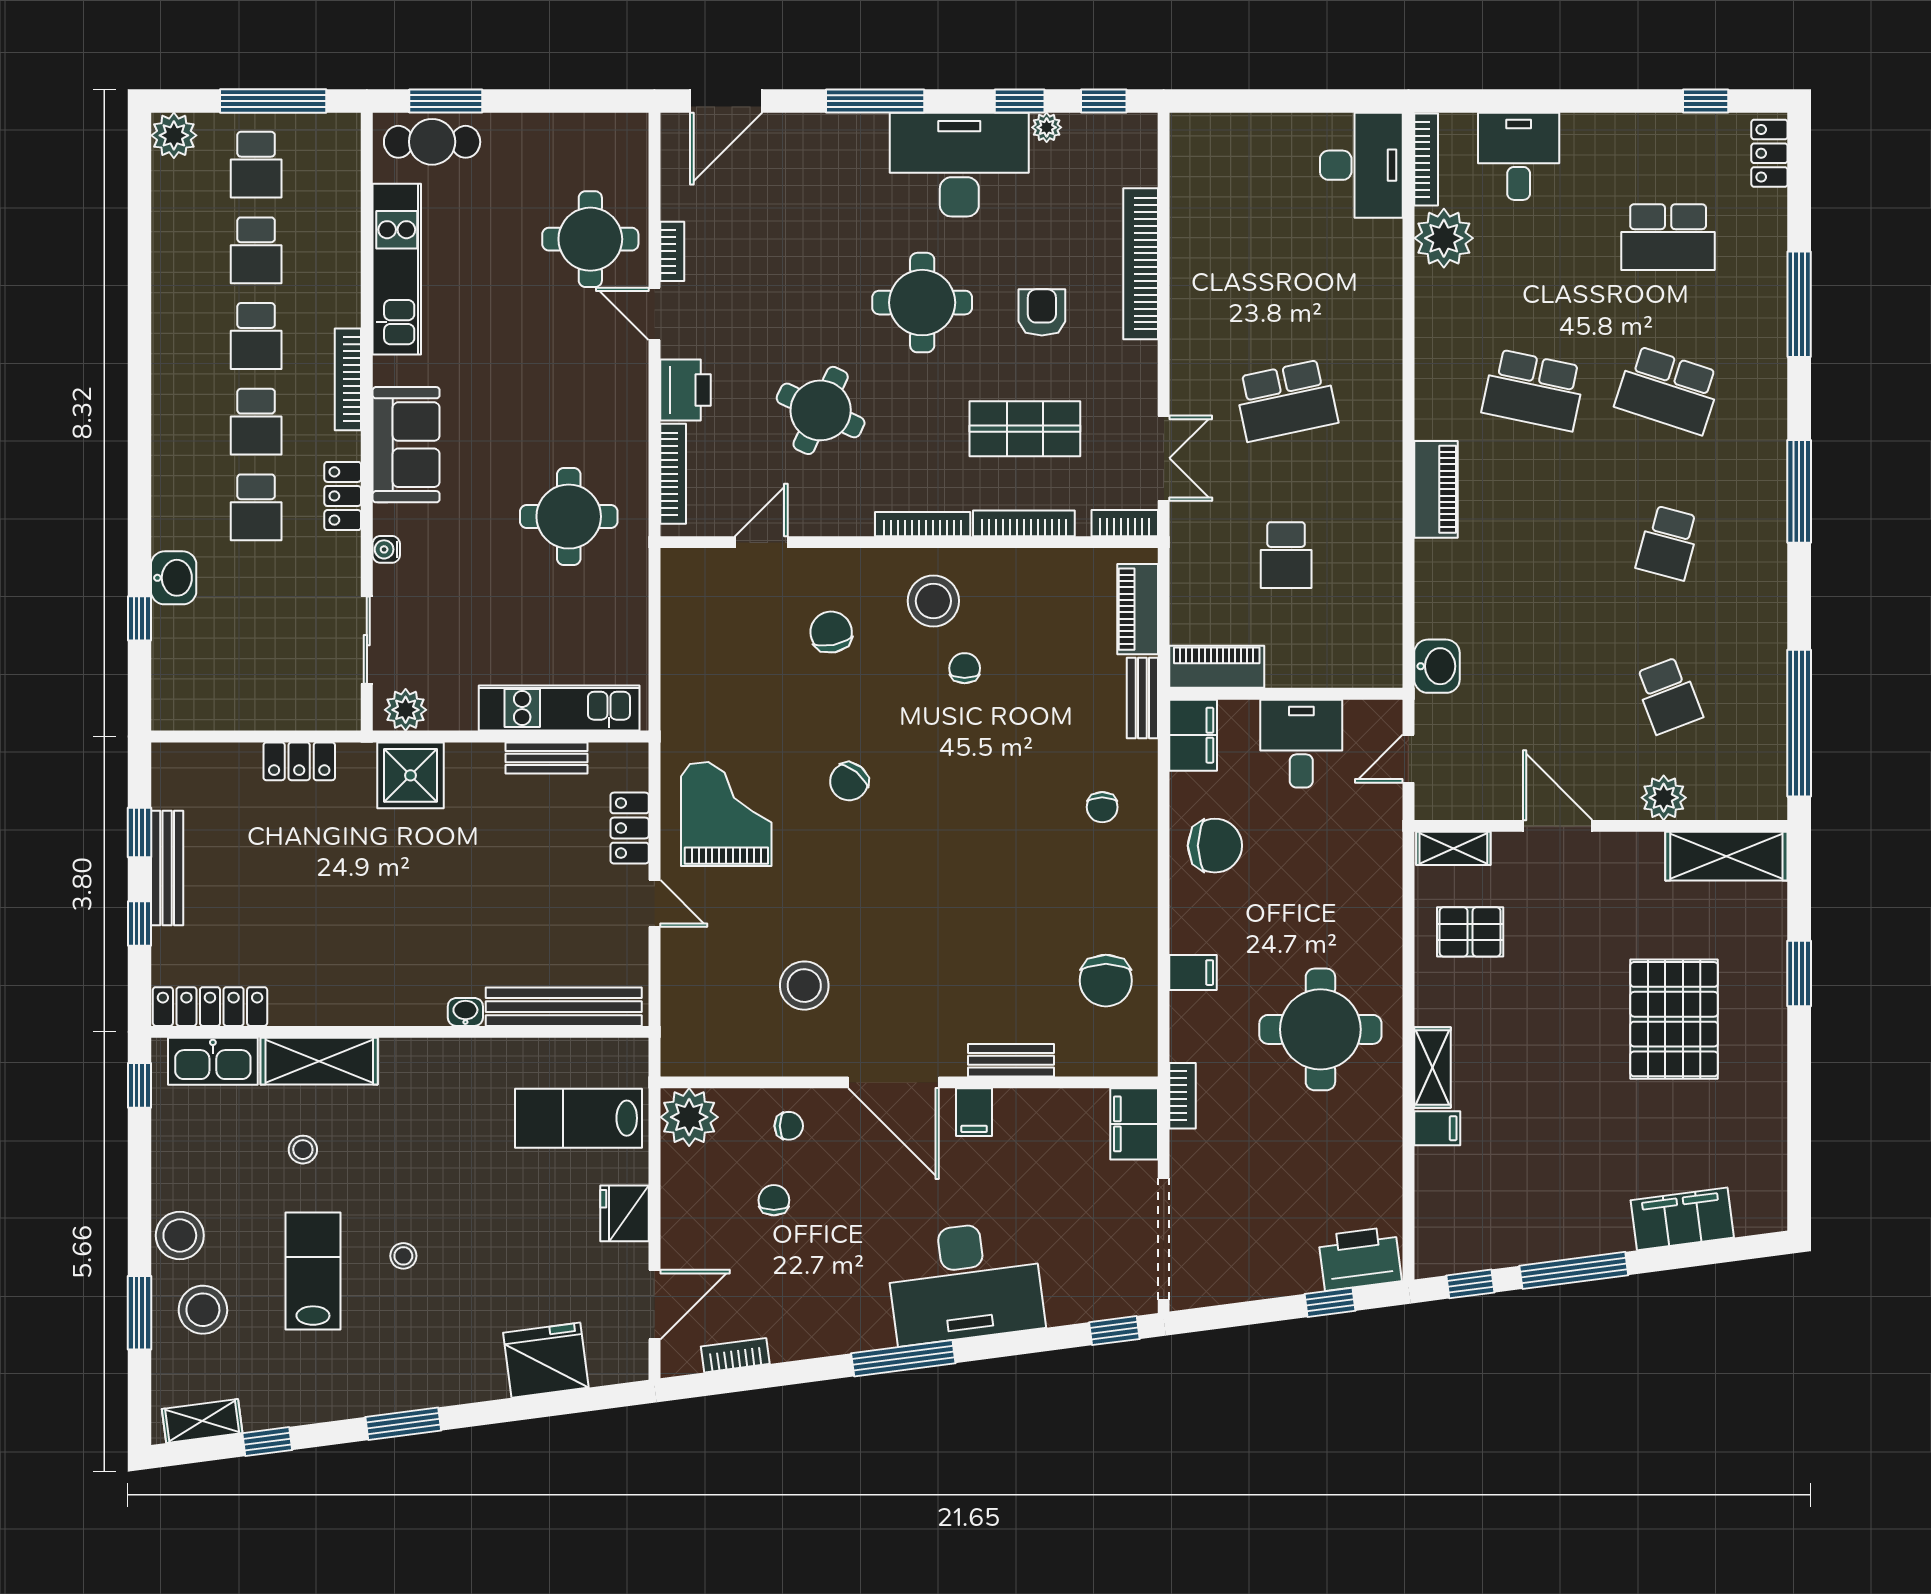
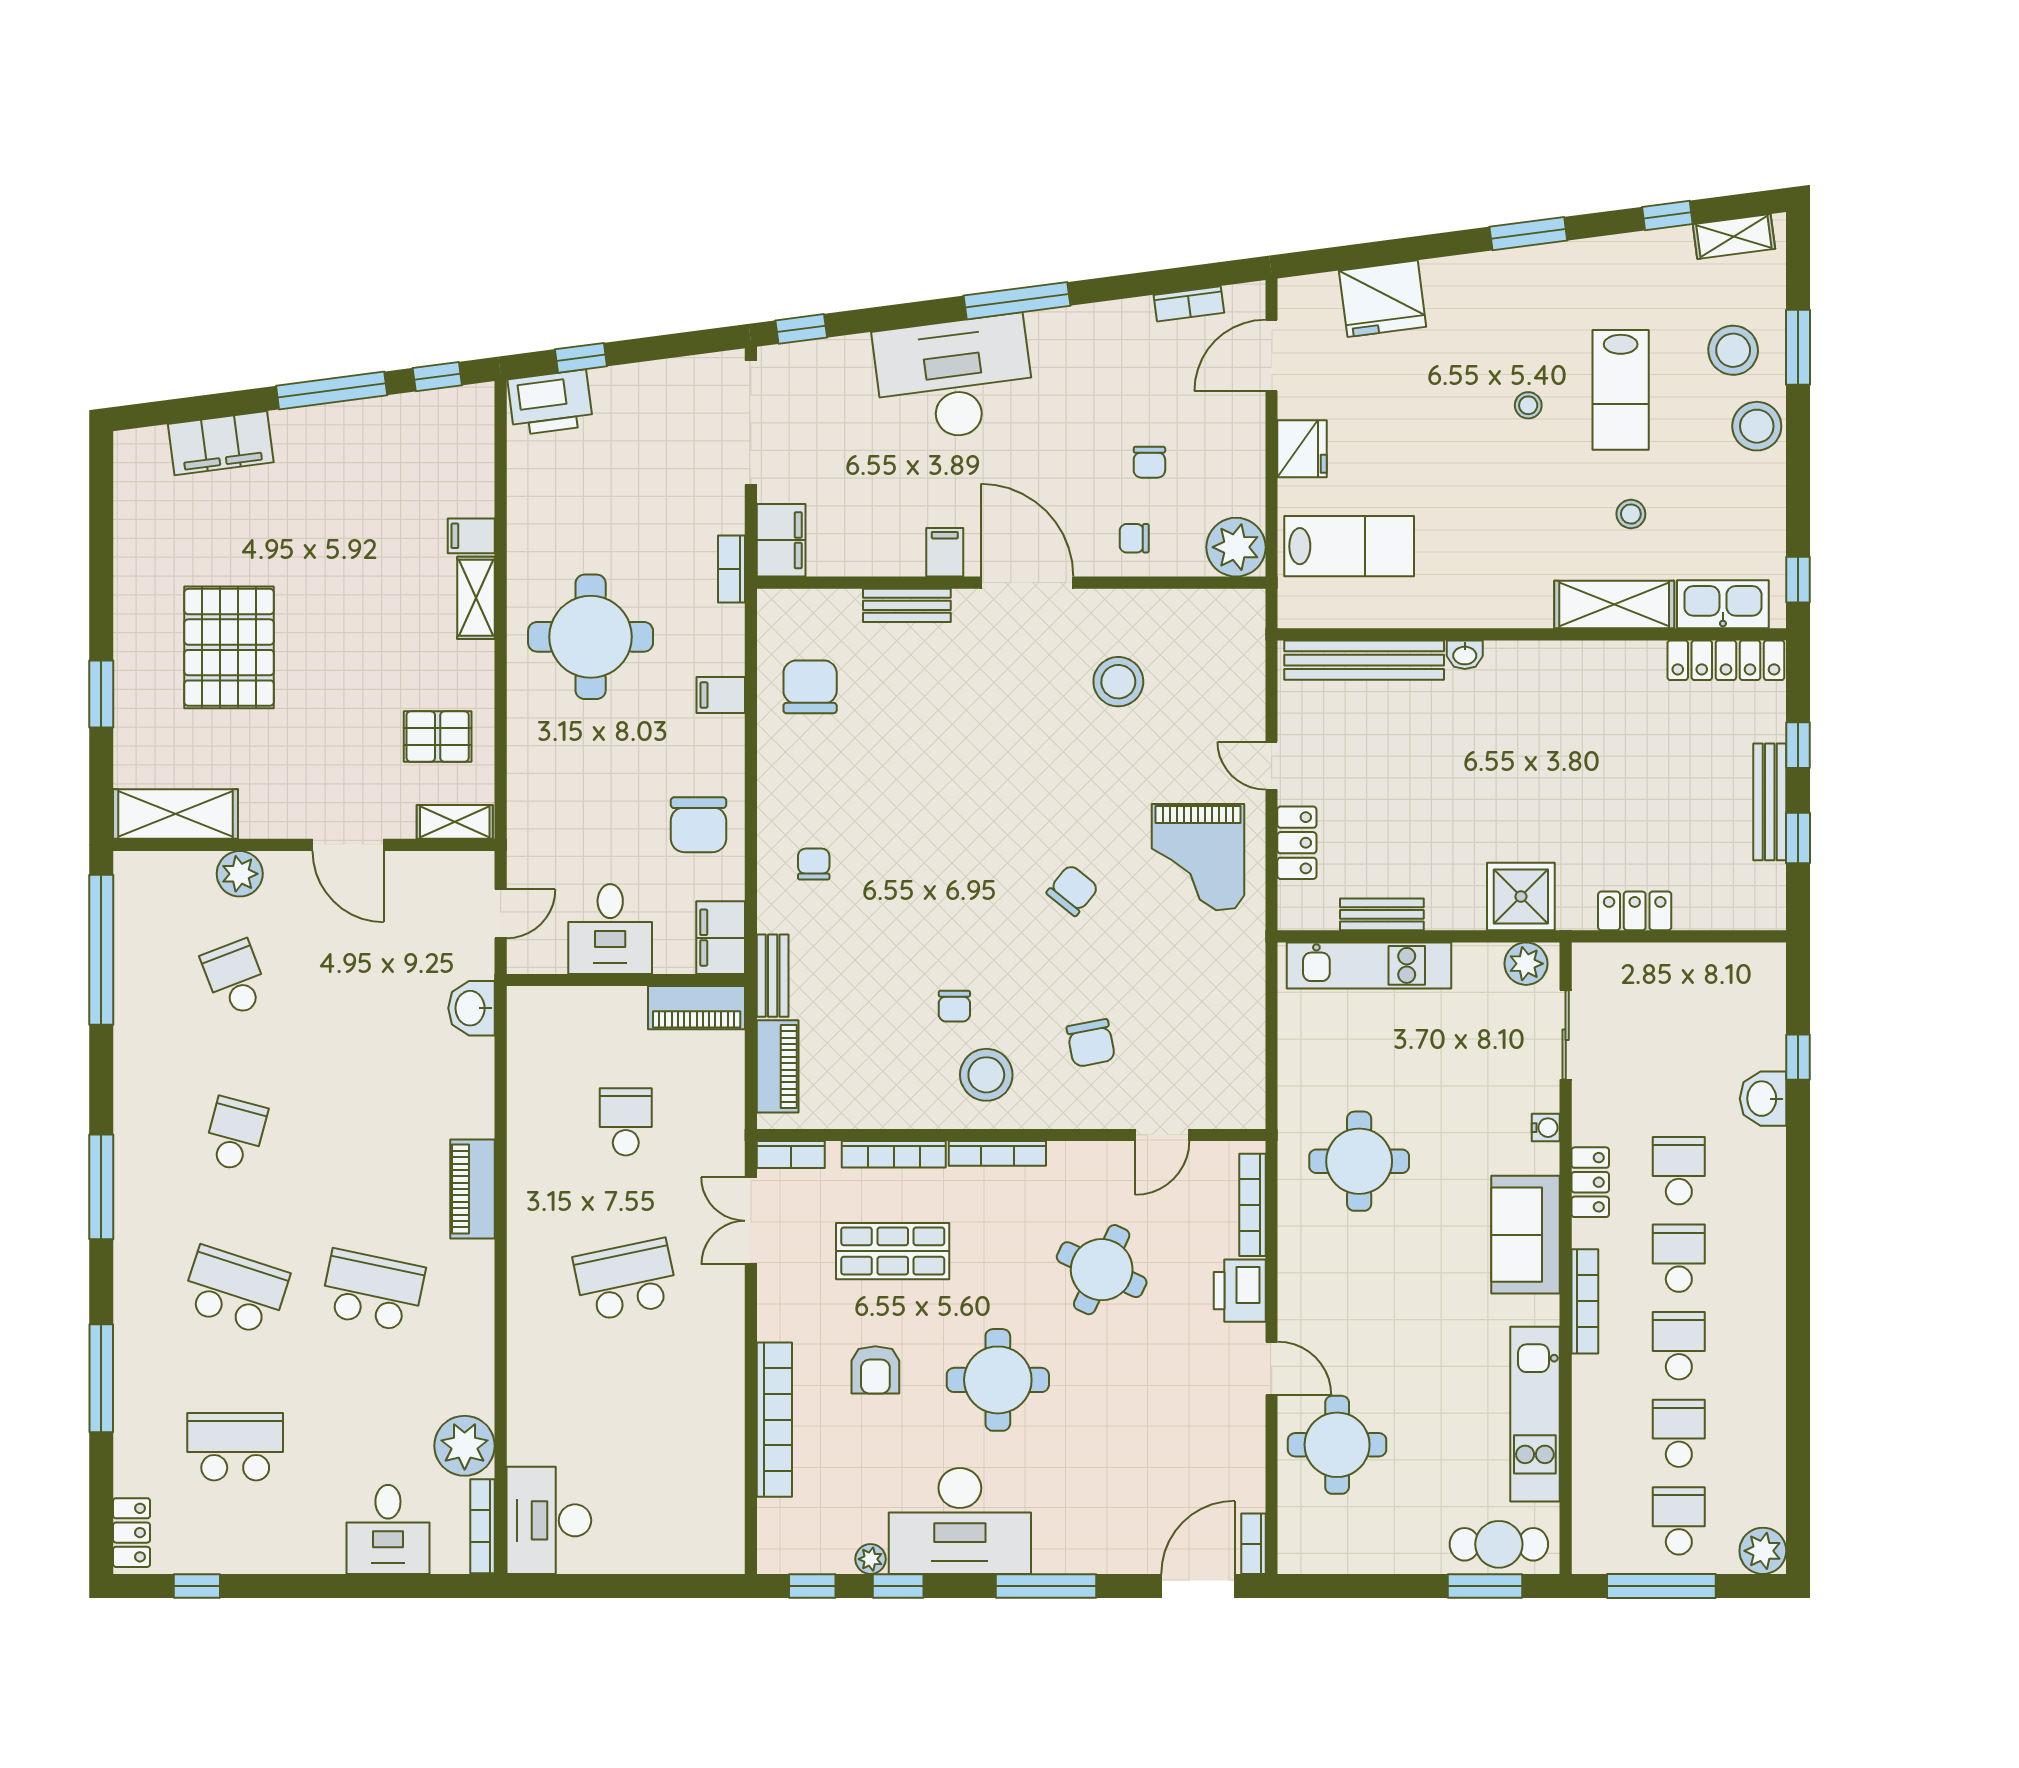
bookcase: (672, 251) -> (1253, 1544), moved
chair: (1215, 846) -> (698, 825), turned -90

